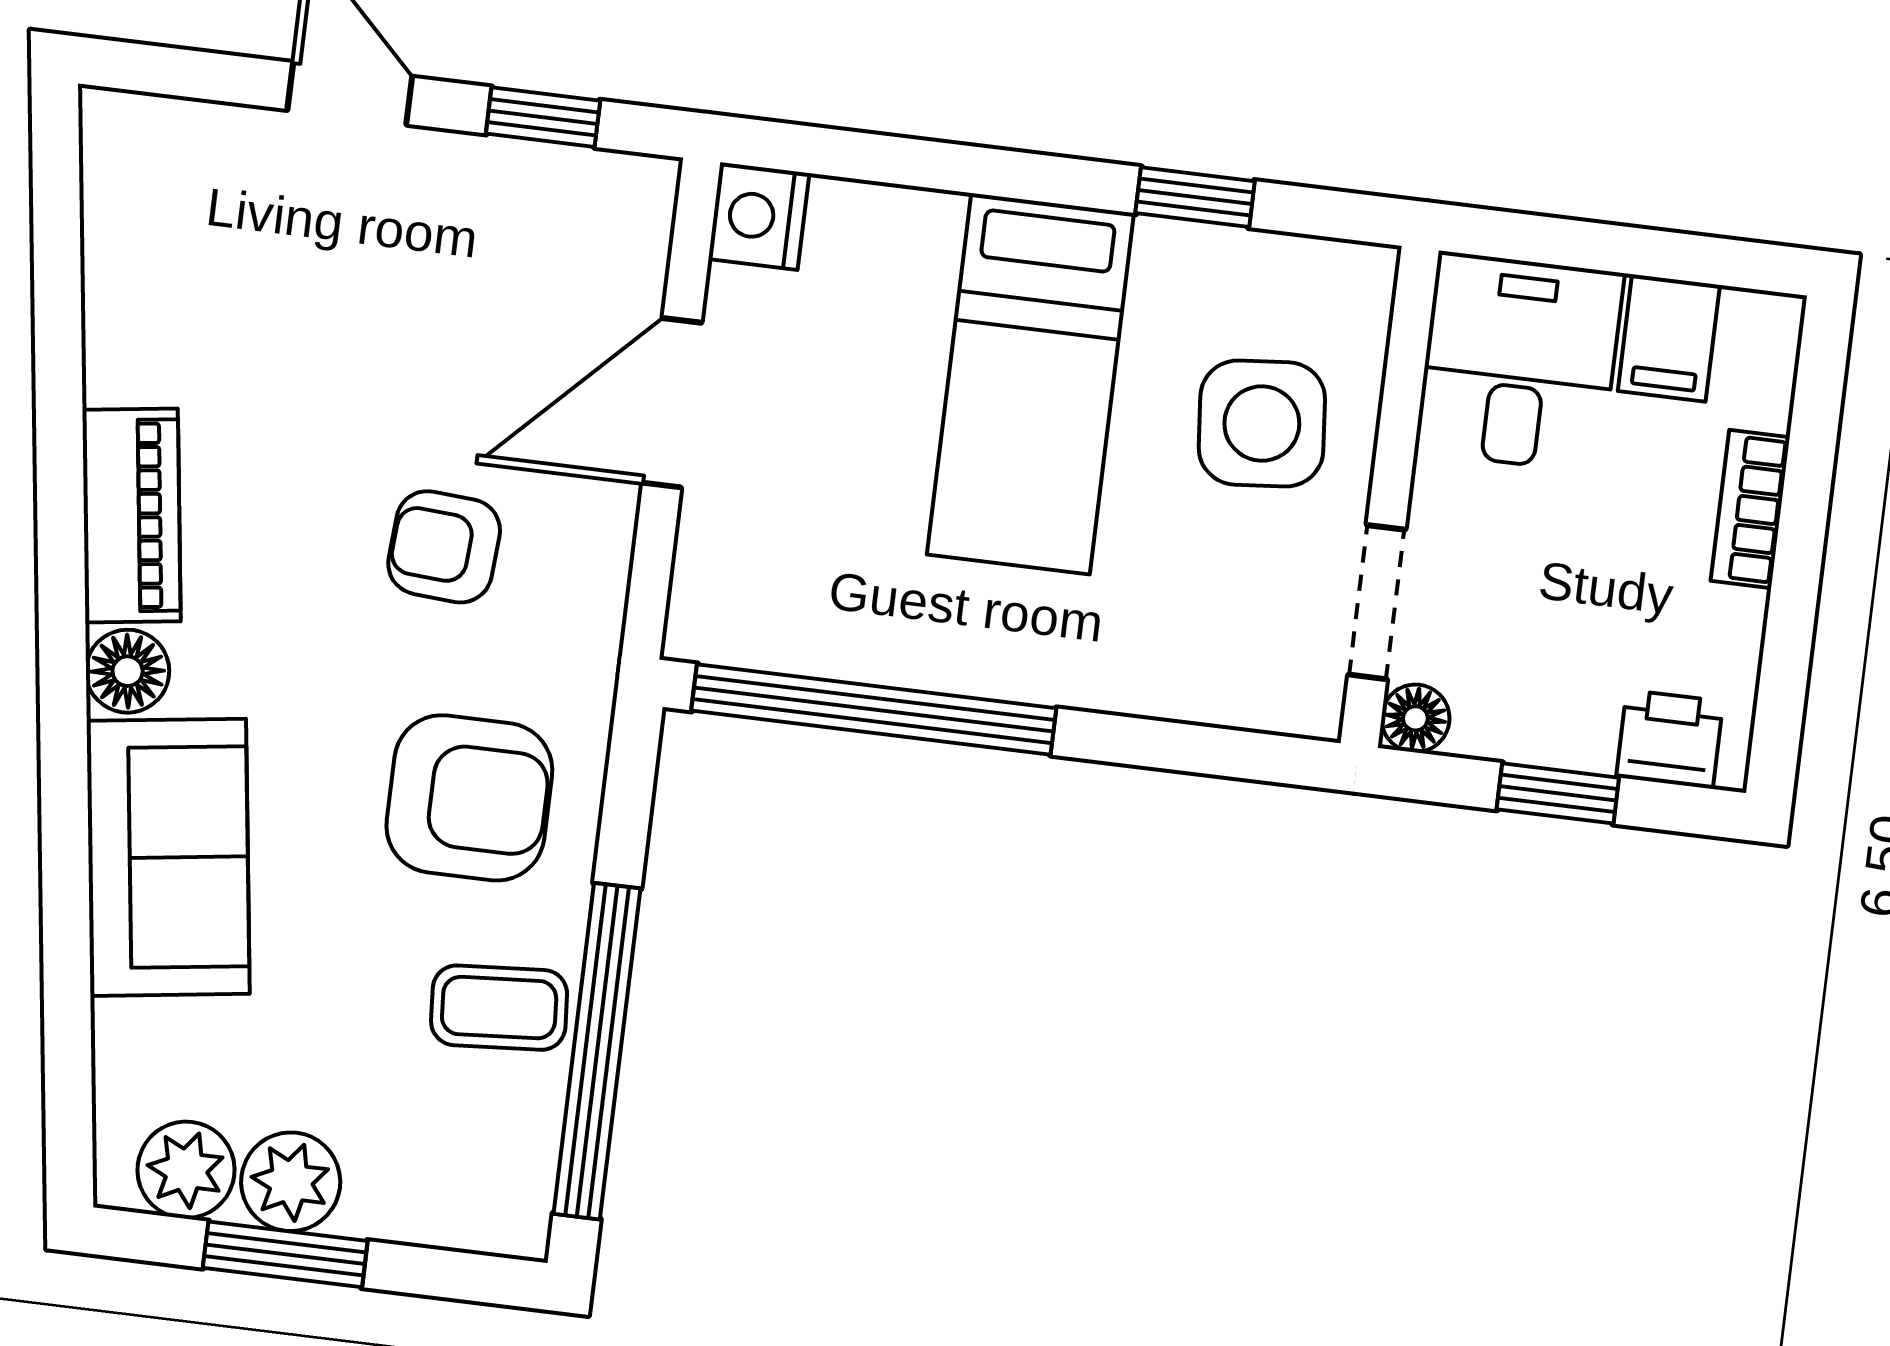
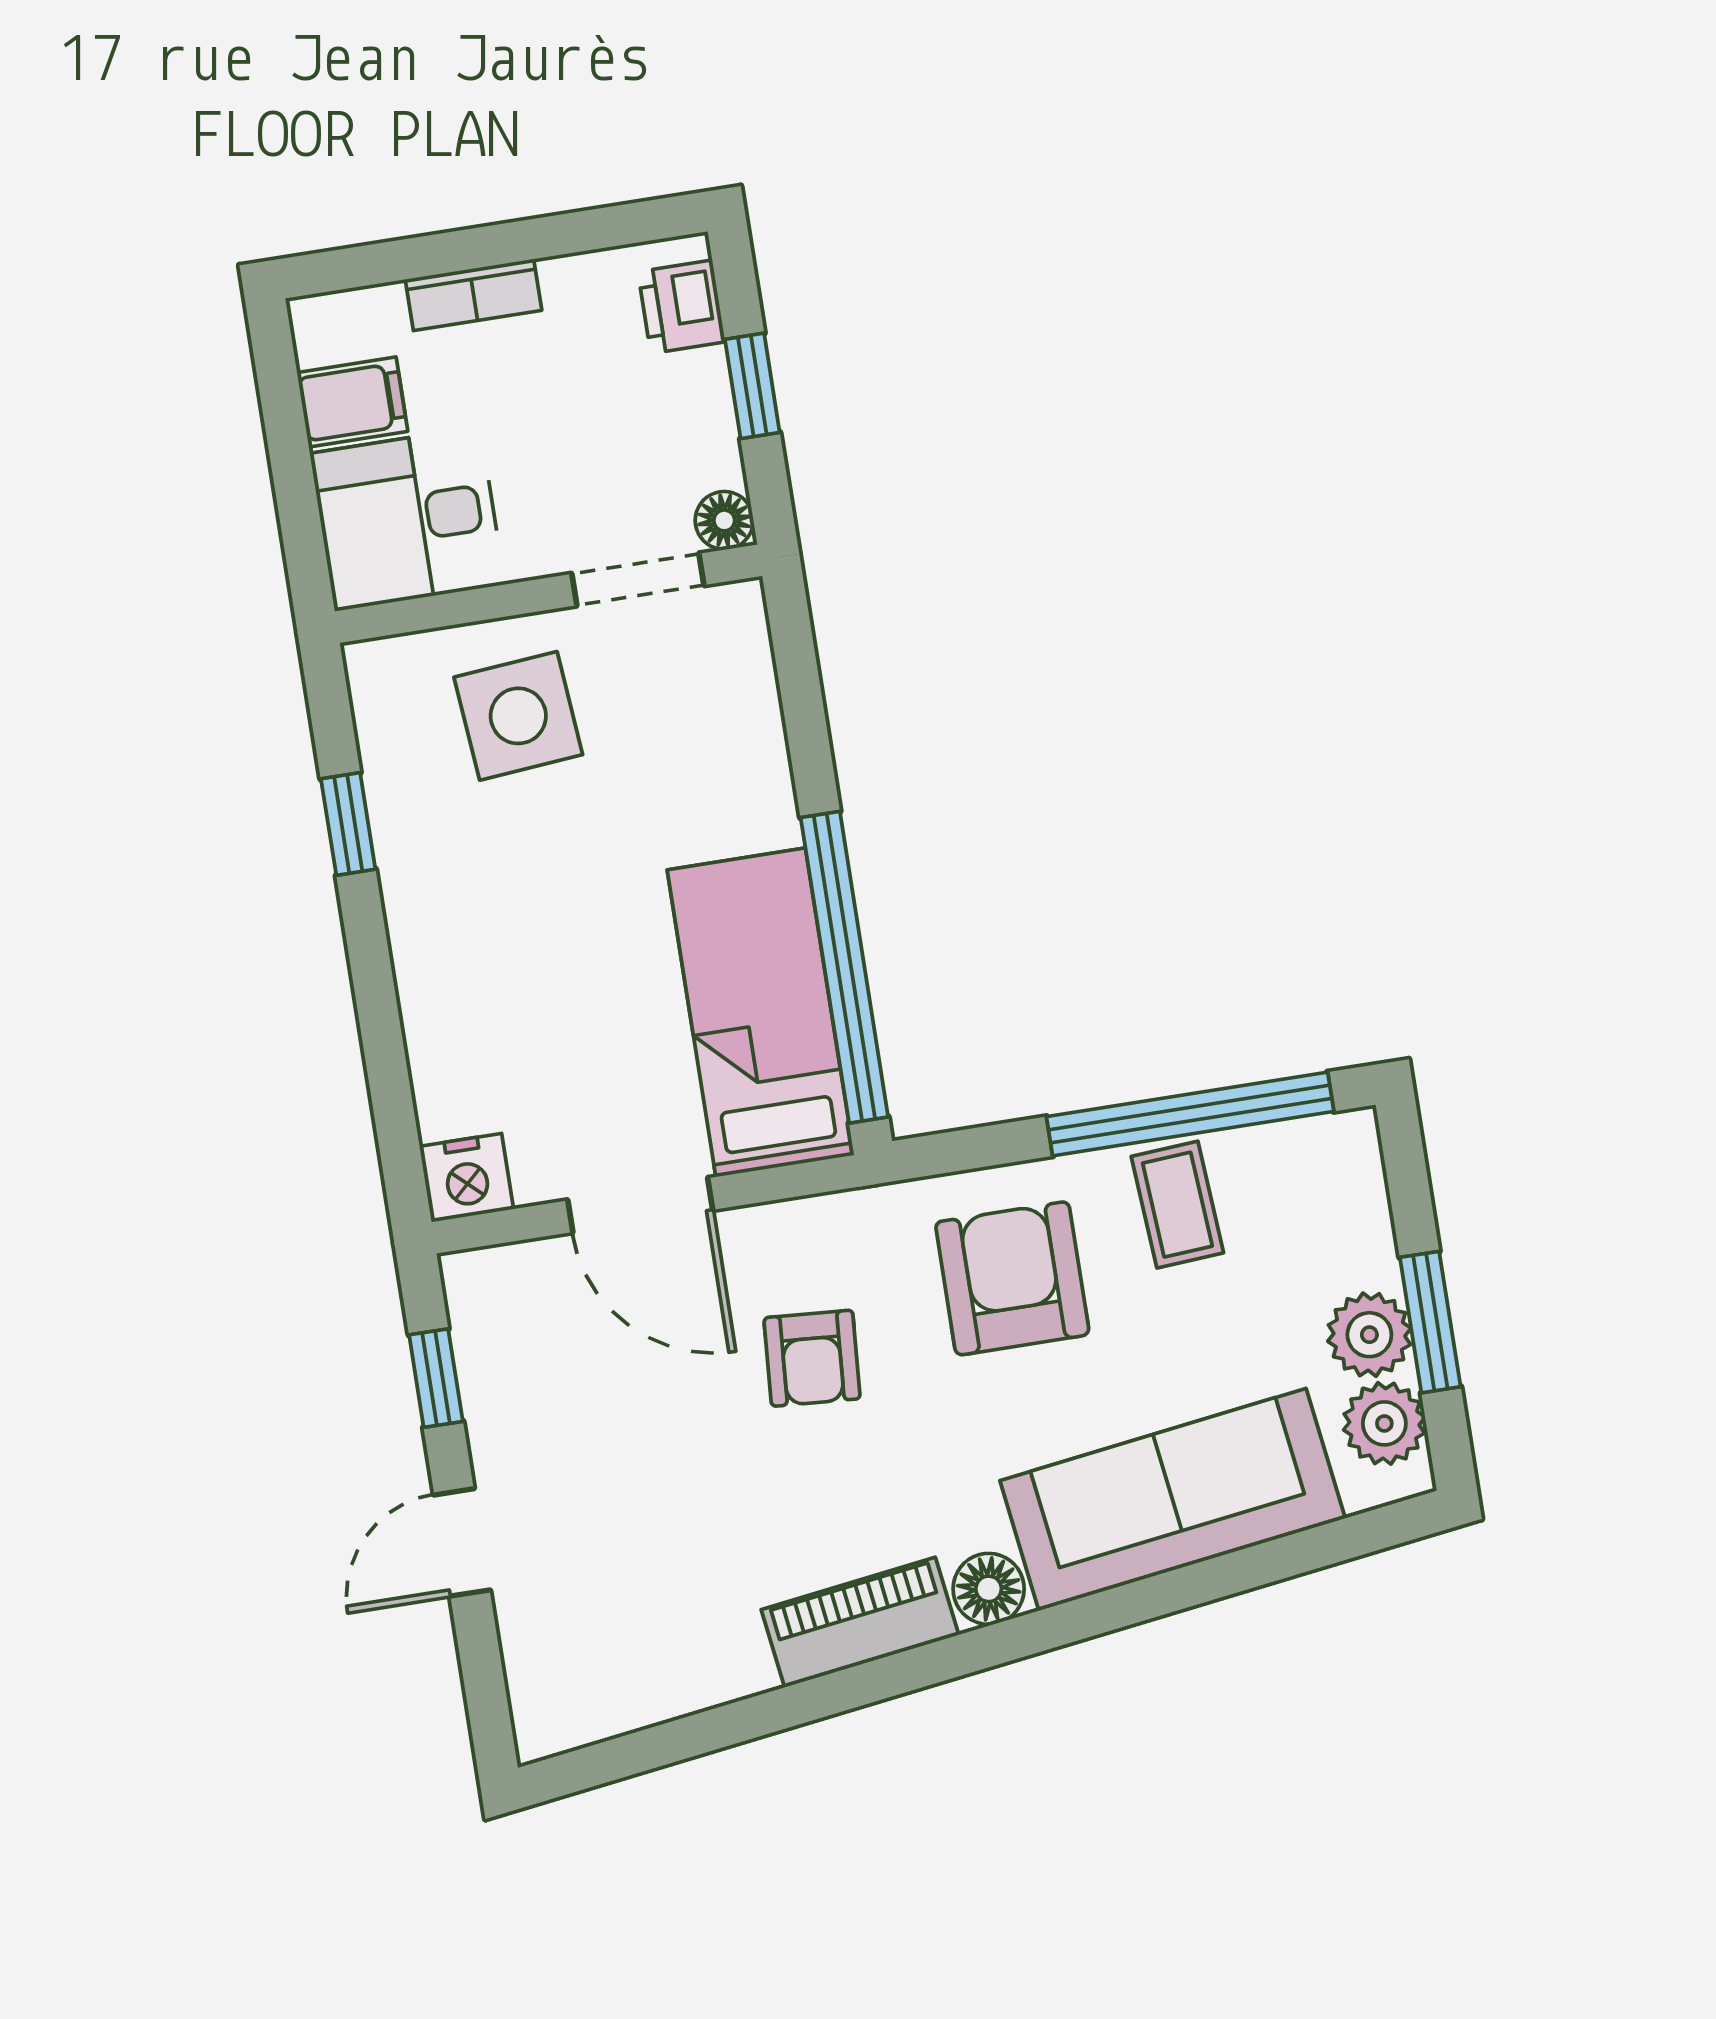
bed: (1030, 384) -> (761, 1013), moved, turned -90
sofa: (168, 857) -> (1173, 1500), width x1.36

